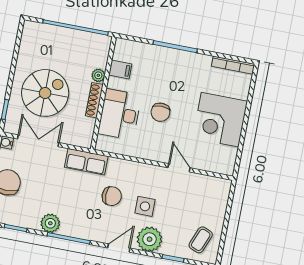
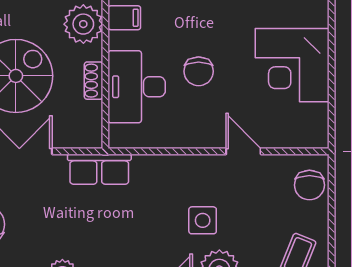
plant: (98, 75) -> (83, 24), width x1.88, depth x1.88
shoe rack: (94, 100) -> (94, 81), width x0.70
chair: (112, 196) -> (309, 185), moved, turned 90

